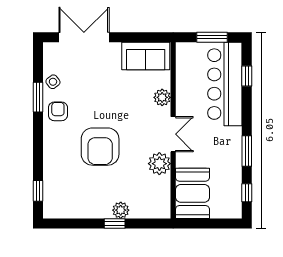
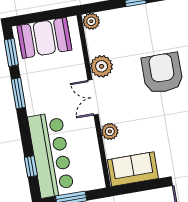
booth: (192, 193) -> (44, 38), moved, turned 90
window: (247, 193) -> (11, 52), width x1.50
plant: (121, 210) -> (91, 21), moved

